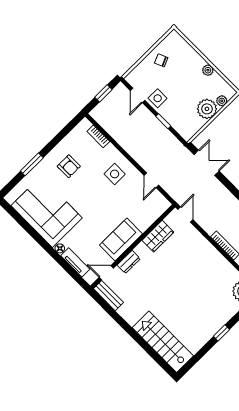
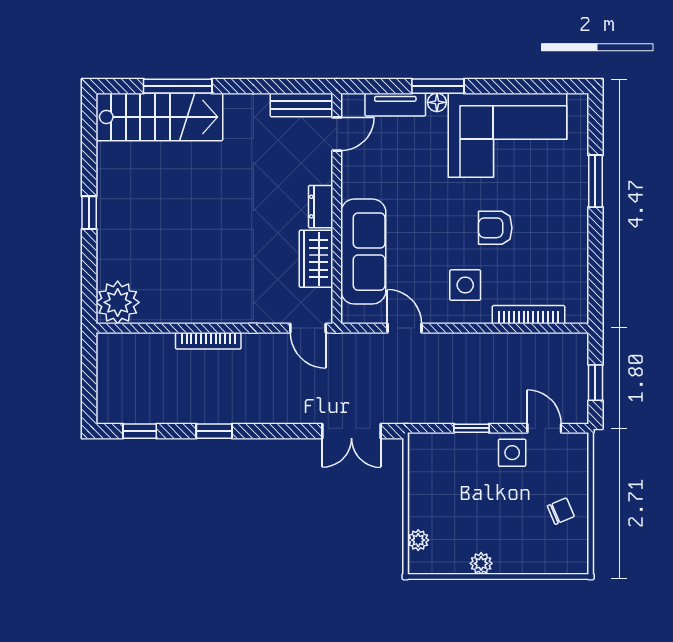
plant: (207, 109) -> (427, 508), removed
bookcase: (98, 136) -> (528, 315), width x1.56
armchair: (69, 166) -> (495, 228), moved
sofa: (121, 239) -> (363, 252), moved, width x1.36
window: (54, 254) -> (438, 86), added
dresser: (129, 262) -> (321, 207), moved
window: (145, 346) -> (178, 86), added

